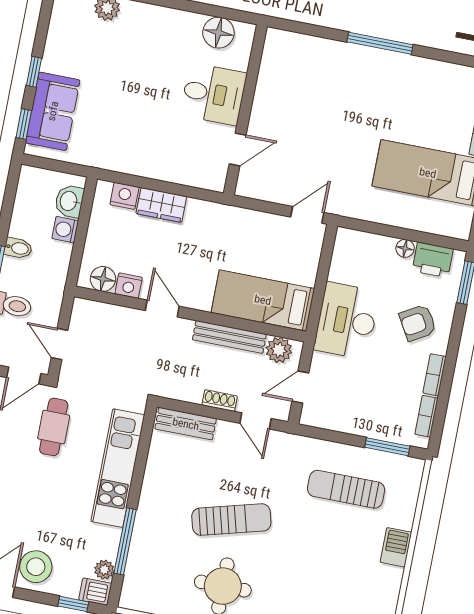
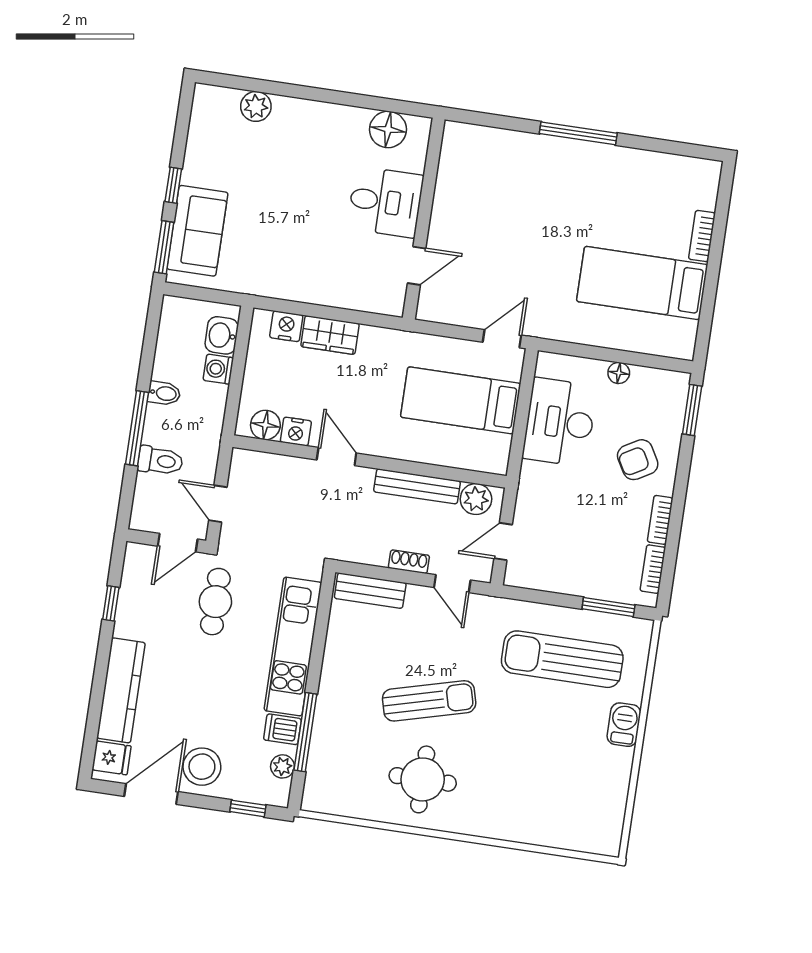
window: (24, 124) -> (164, 247), width x1.50
printer: (433, 260) -> (652, 385), removed
bed: (263, 300) -> (461, 400), moved
desk: (347, 321) -> (560, 422), moved
sun lounger: (346, 489) -> (562, 659), width x1.36, depth x1.34
dishwasher: (95, 592) -> (282, 729), moved

